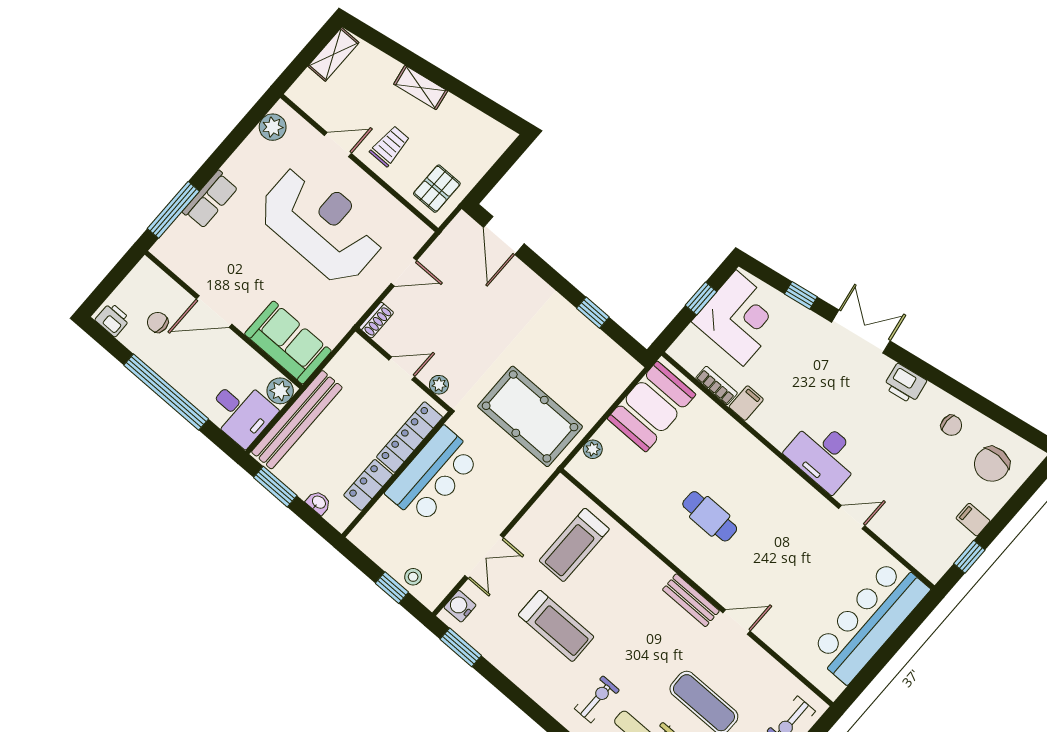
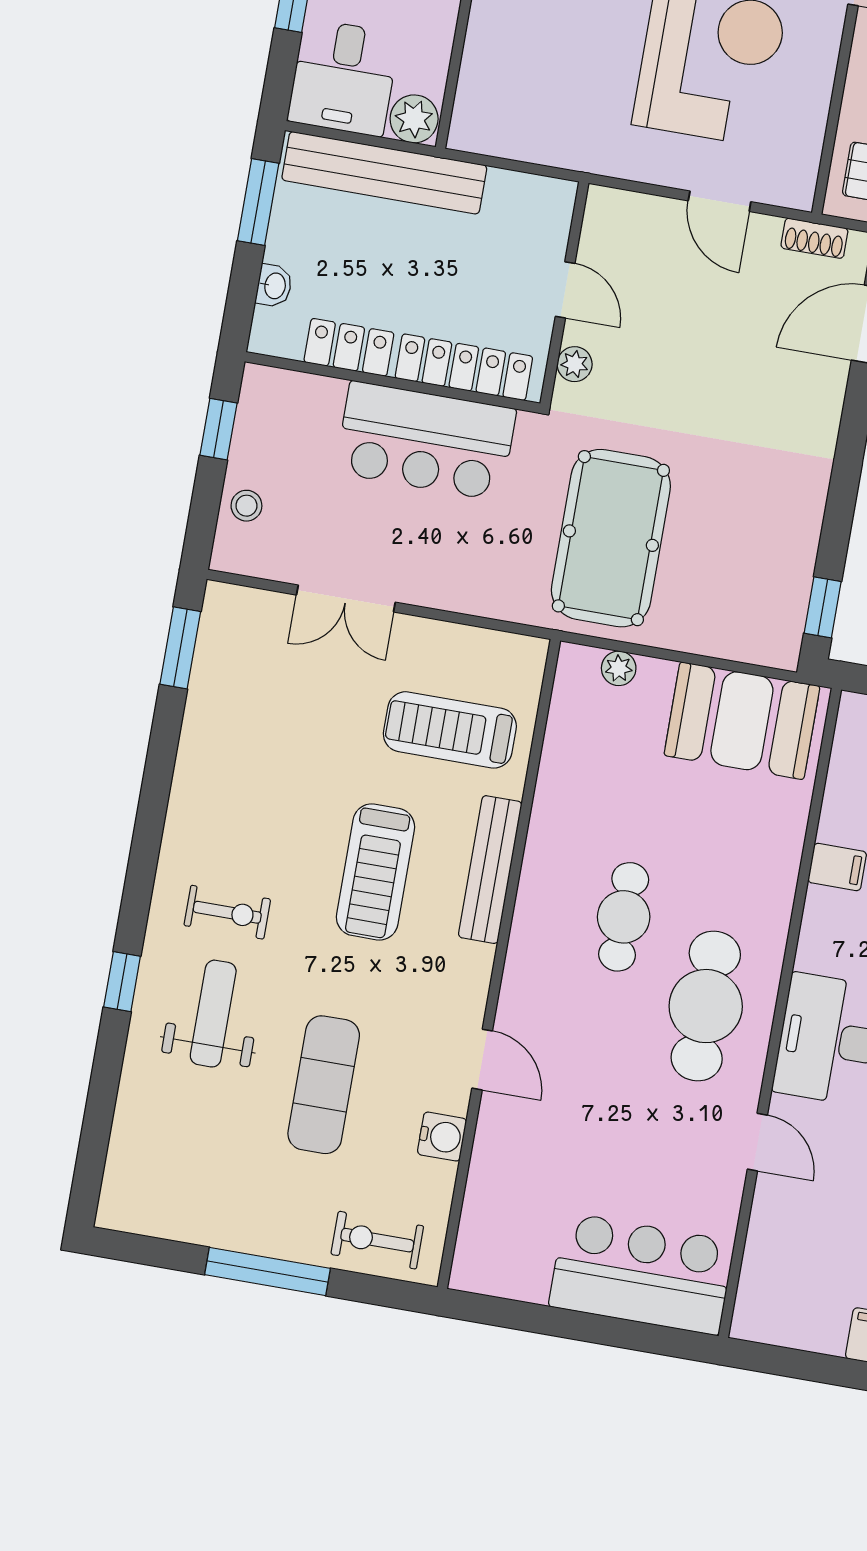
window: (593, 313) -> (823, 607), moved
shoe rack: (376, 320) -> (814, 238), moved
sofa: (288, 342) -> (498, 85), removed
bookcase: (717, 386) -> (837, 804), removed
cafe table: (774, 503) -> (706, 1006), added
window: (969, 557) -> (806, 1366), removed
window: (392, 588) -> (218, 429), moved
bench: (691, 600) -> (490, 870), moved, width x1.36
water cooler: (460, 606) -> (442, 1137), moved, turned 90
bar counter: (870, 621) -> (642, 1274), width x0.73
treadmill: (556, 626) -> (375, 872), moved

